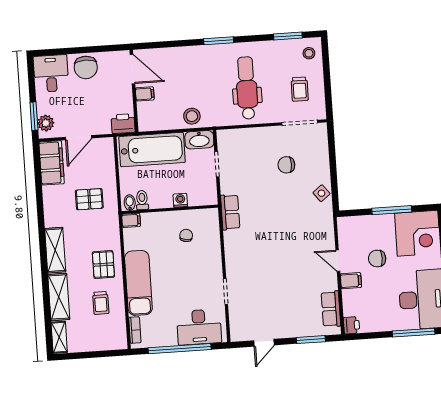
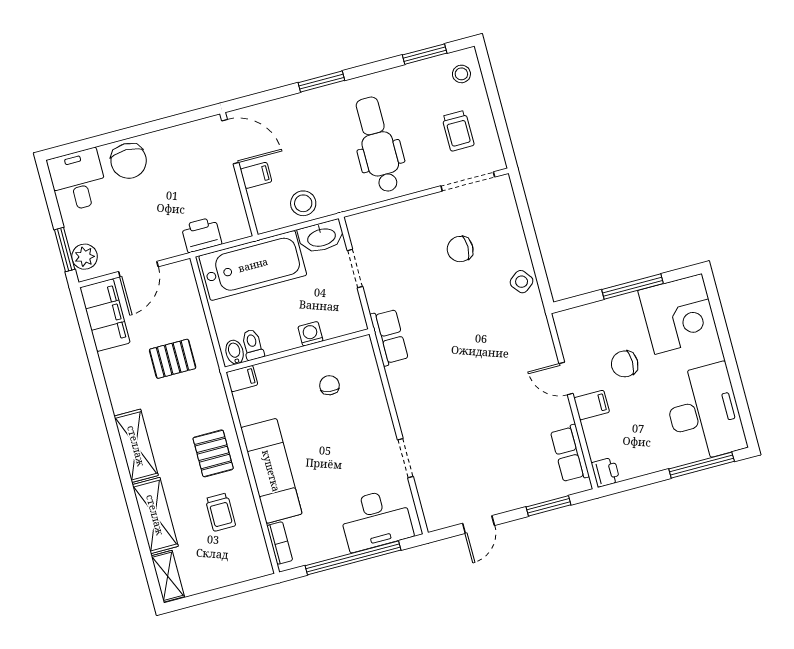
door: (132, 69) -> (230, 142), moved
wall: (134, 91) -> (239, 174), moved
filing cabinet: (145, 94) -> (256, 175), moved

